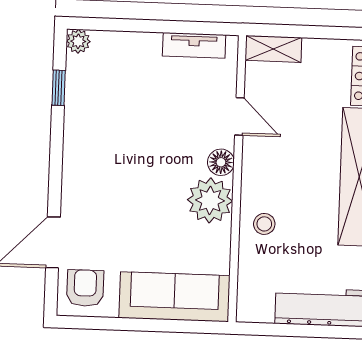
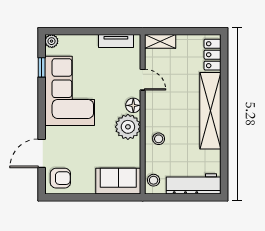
corner sofa: (107, 132) -> (70, 91), added
armchair: (85, 288) -> (60, 178), turned 90
sofa: (175, 297) -> (118, 181), width x0.73
stool: (252, 298) -> (154, 180), added

